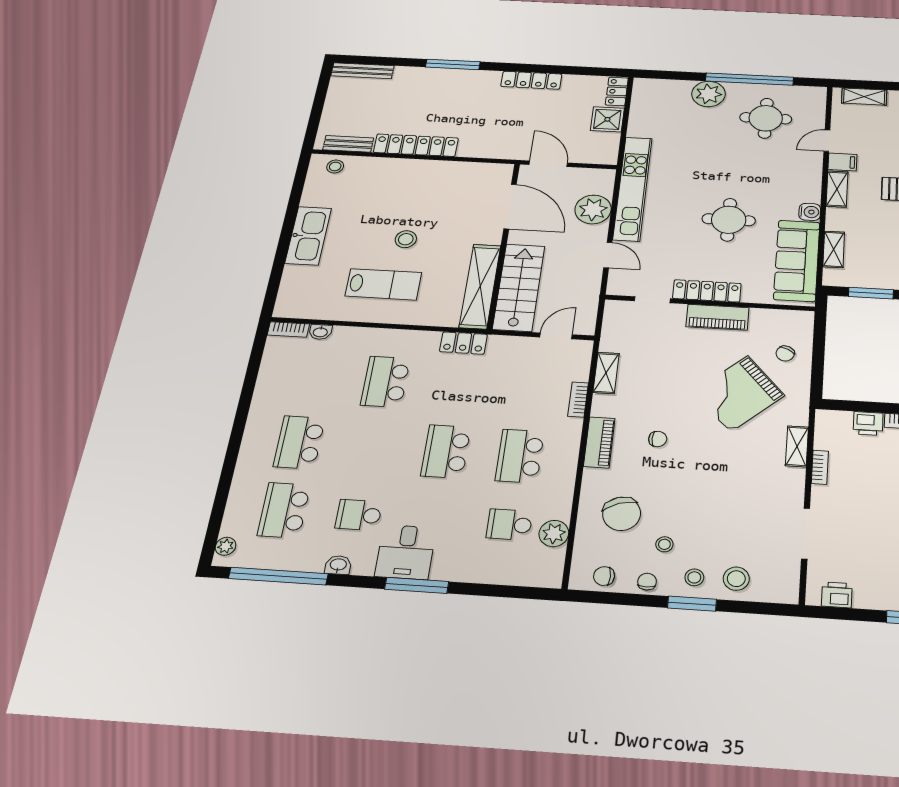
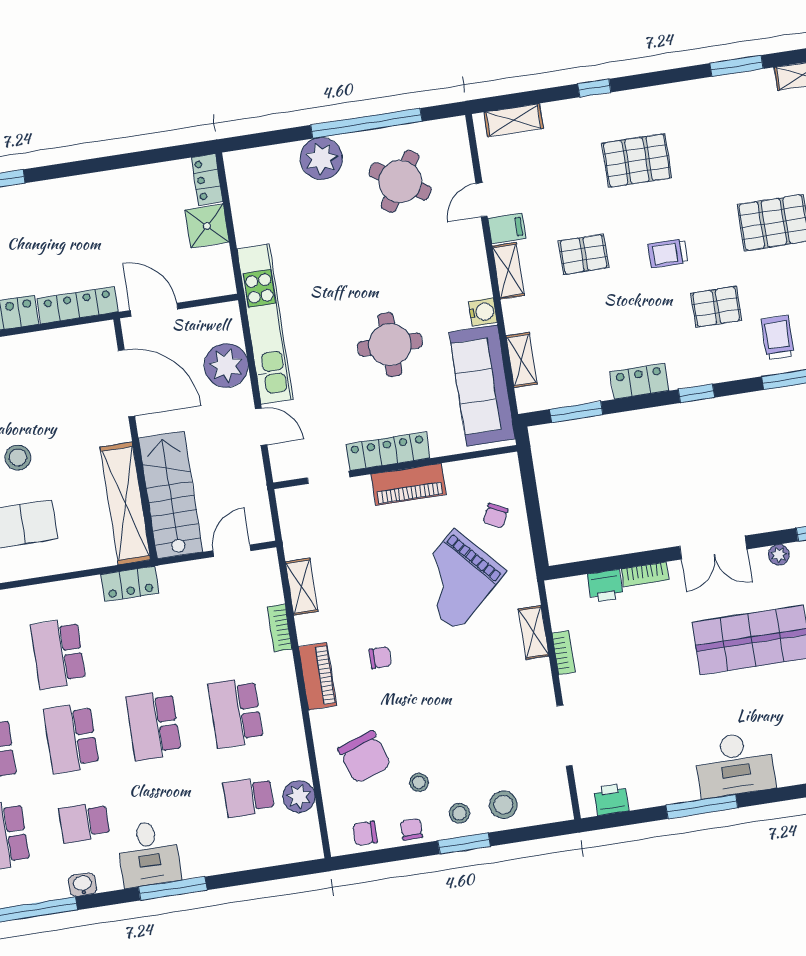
locker: (531, 80) -> (78, 305), moved, turned 180
round table: (766, 118) -> (400, 181), turned 33
school desk: (372, 447) -> (71, 738), added

